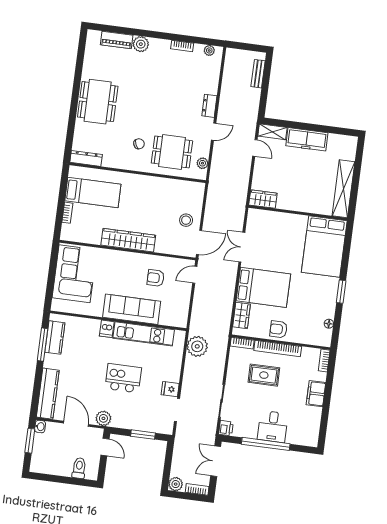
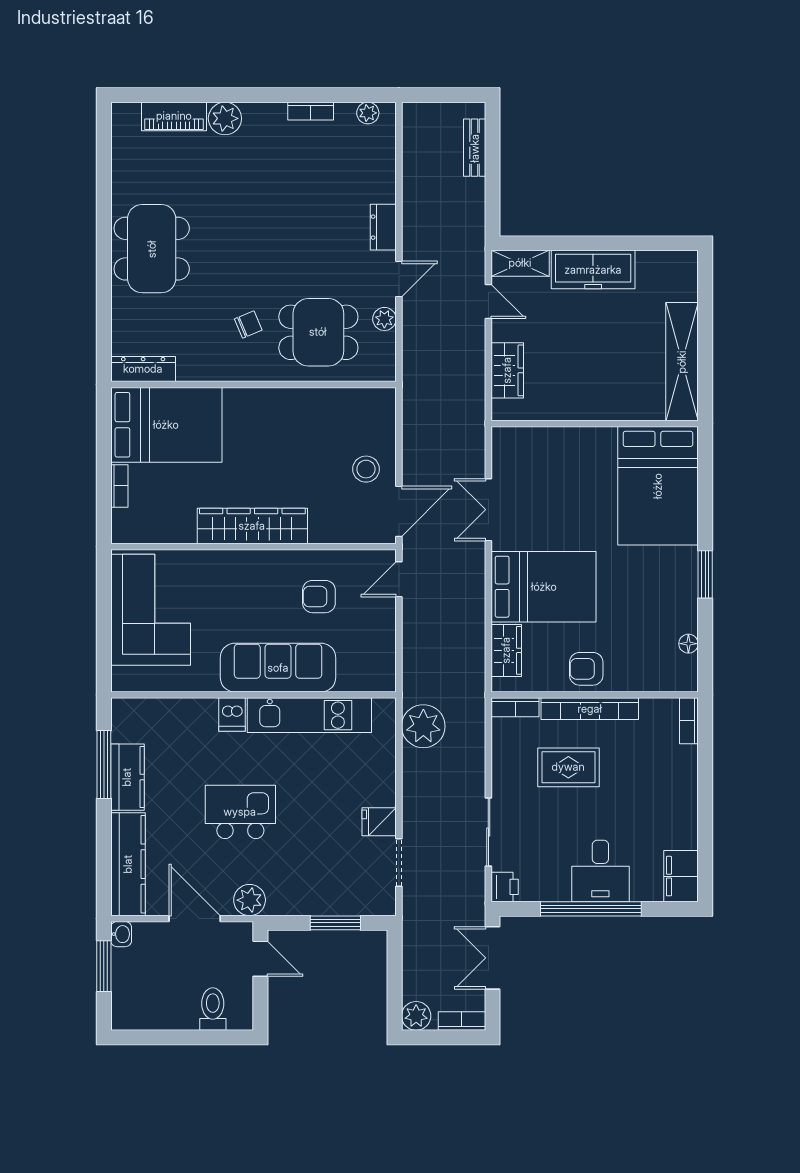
plant: (202, 163) -> (384, 319), moved
bed: (93, 192) -> (166, 425), width x1.50
wardrobe: (263, 199) -> (507, 370), moved, turned 90
kitchen counter: (55, 337) -> (127, 777), moved
kitchen island: (123, 378) -> (240, 812), moved
filing cabinet: (316, 394) -> (681, 876), moved

